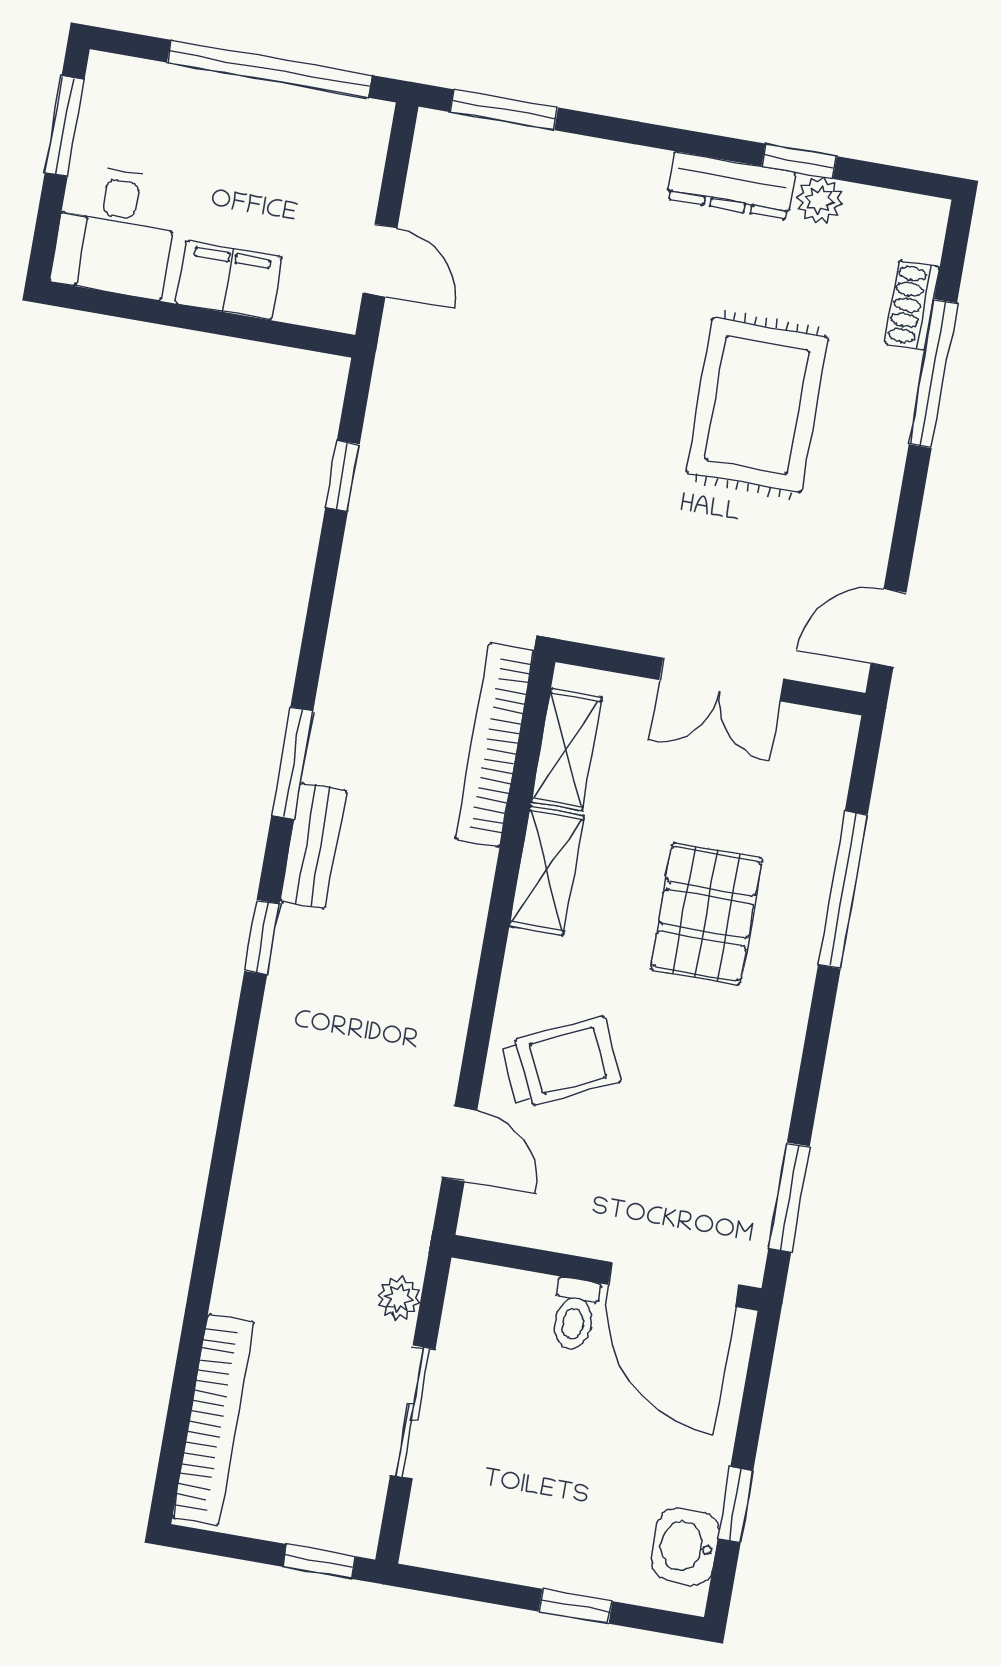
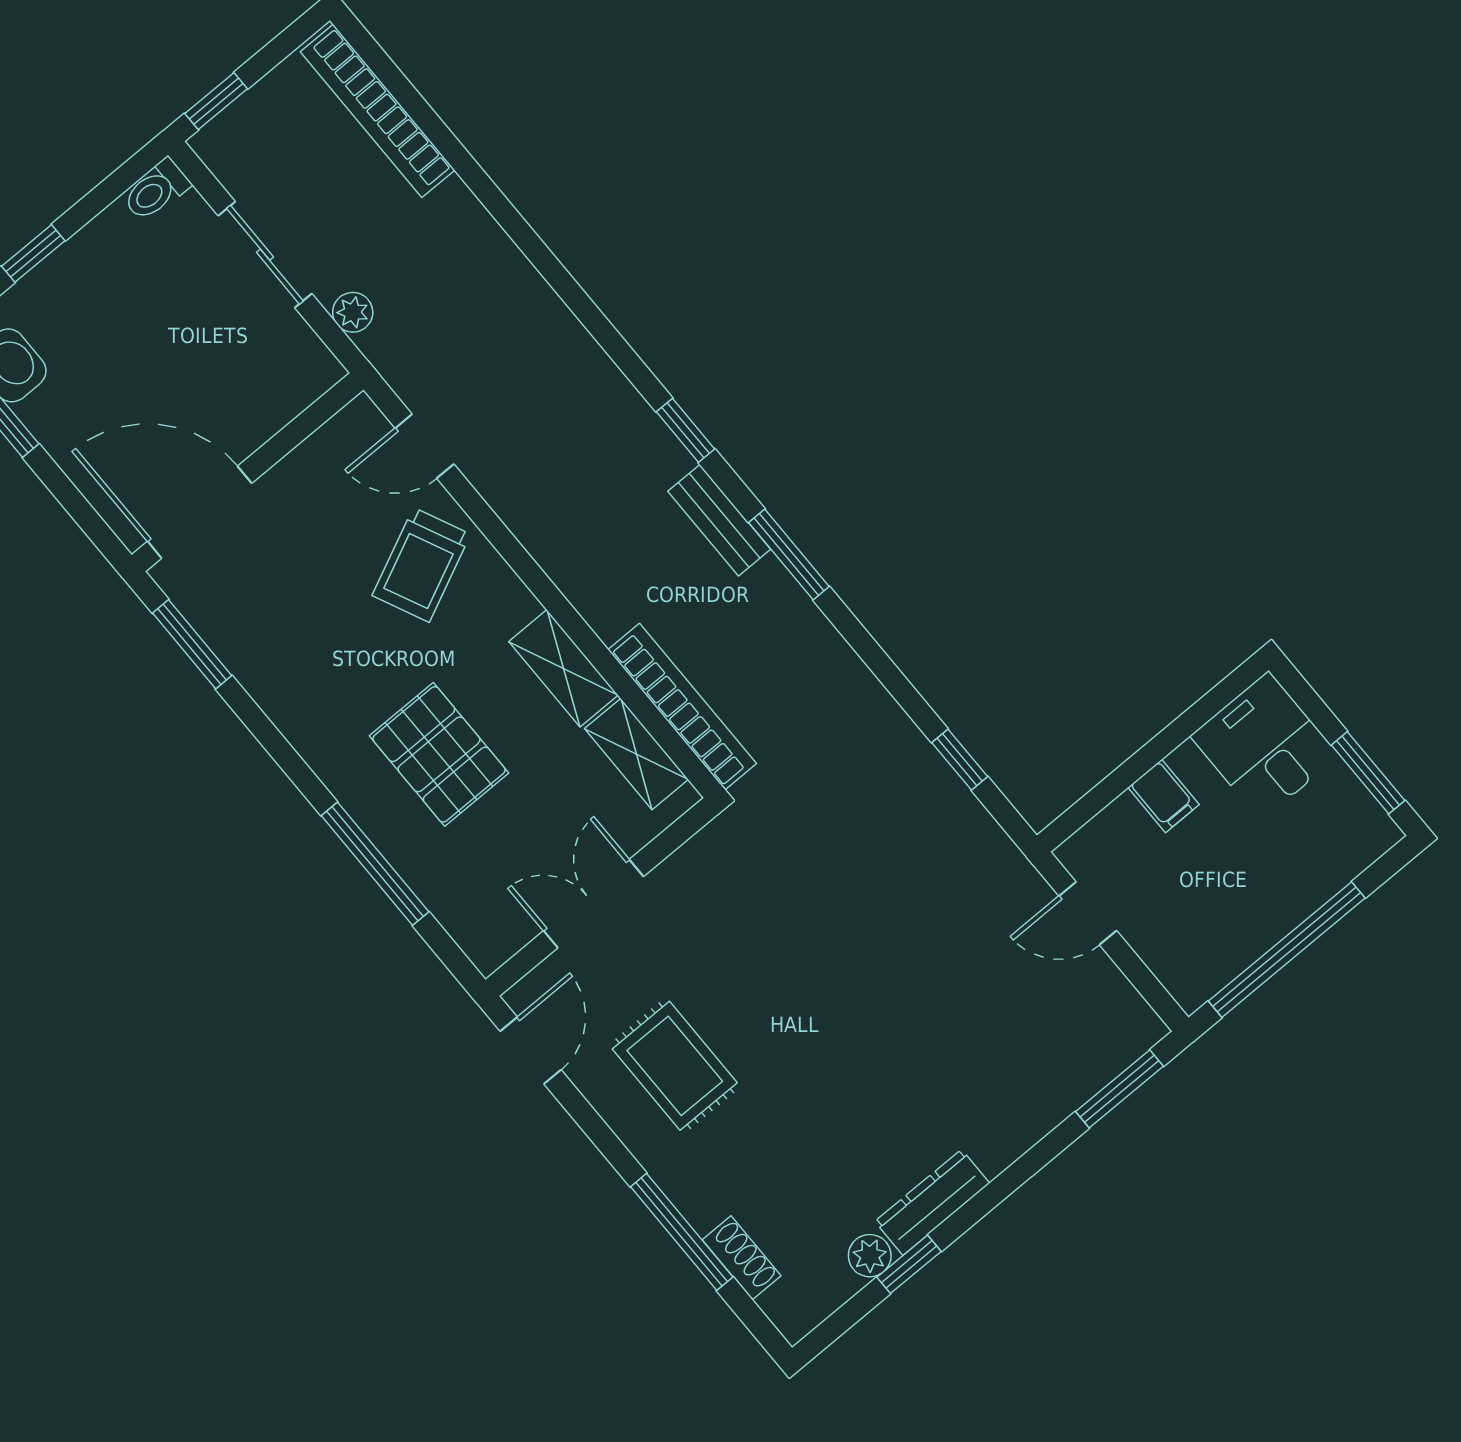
filing cabinet: (229, 280) -> (1163, 796), width x0.50
rug: (757, 405) -> (675, 1066), moved, width x0.73, depth x0.70
toilet: (574, 1314) -> (156, 190), moved, turned -90

